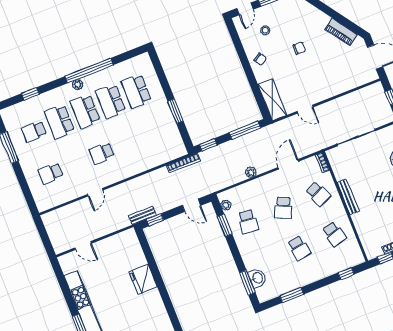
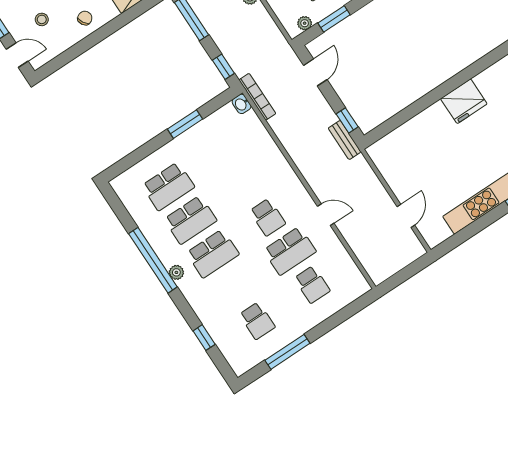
school desk: (60, 122) -> (290, 251), moved
washbasin: (181, 152) -> (242, 104), added
fridge: (143, 279) -> (464, 101), moved

